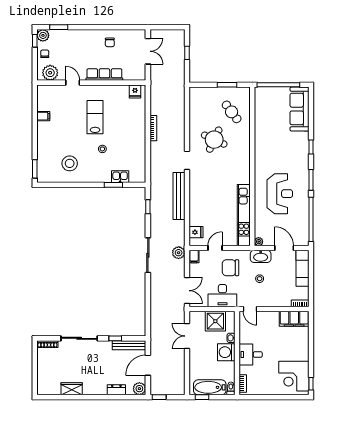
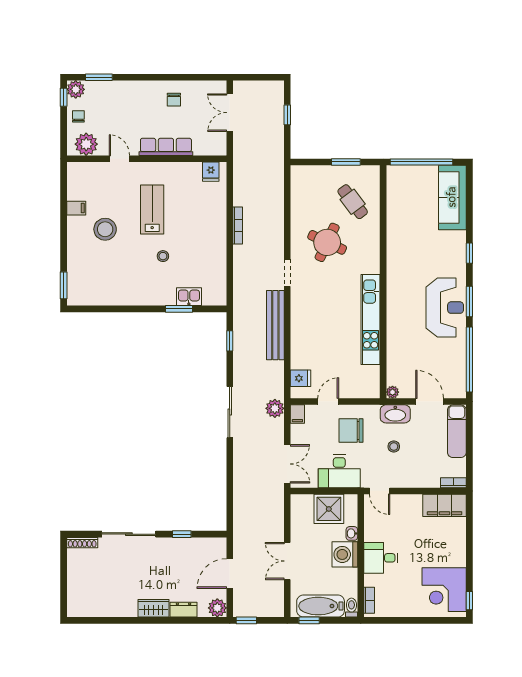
double door: (148, 51) -> (230, 113), swing flipped
stool: (70, 163) -> (105, 229), moved
reception desk: (280, 194) -> (445, 308), moved
kitchen unit: (244, 215) -> (371, 320), moved
double door: (187, 336) -> (287, 561), moved
bench: (129, 345) -> (202, 544), removed
wardrobe: (72, 389) -> (154, 608), moved

